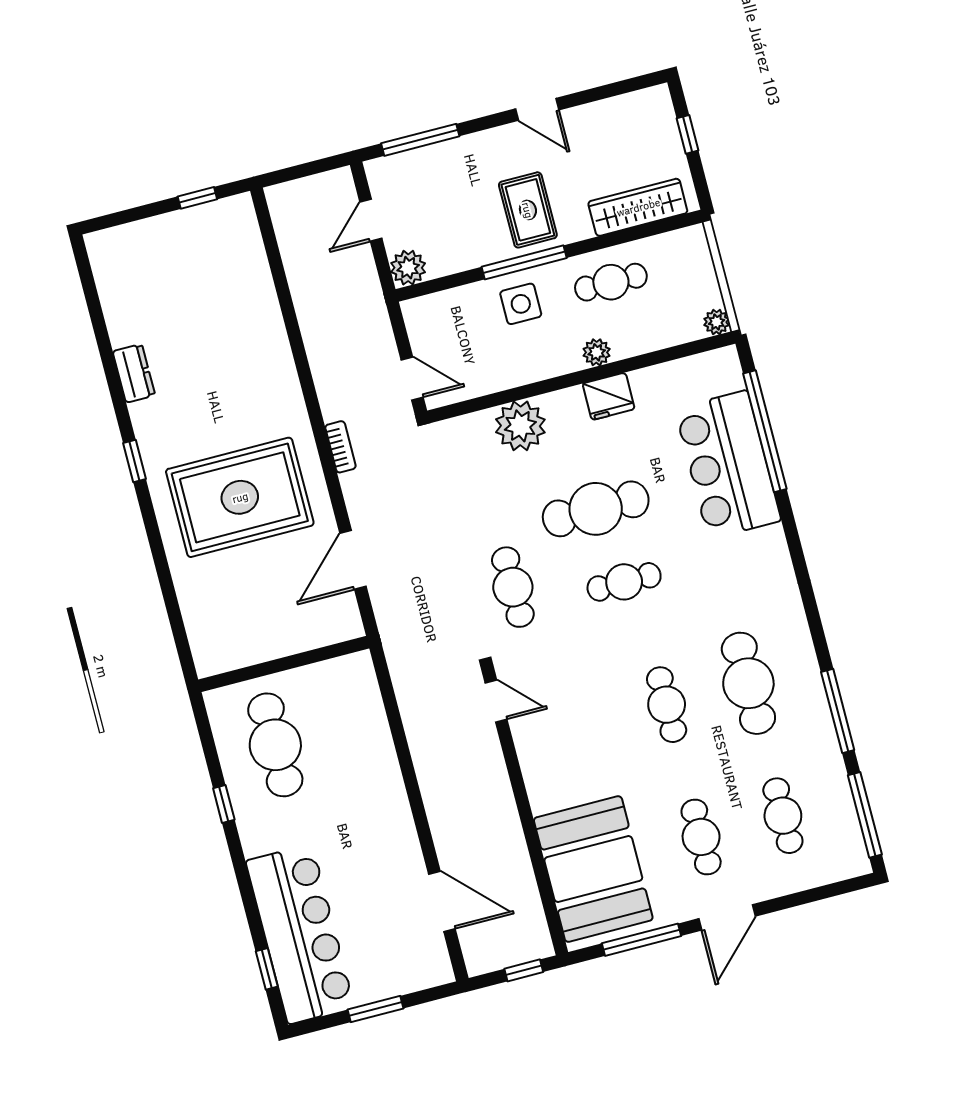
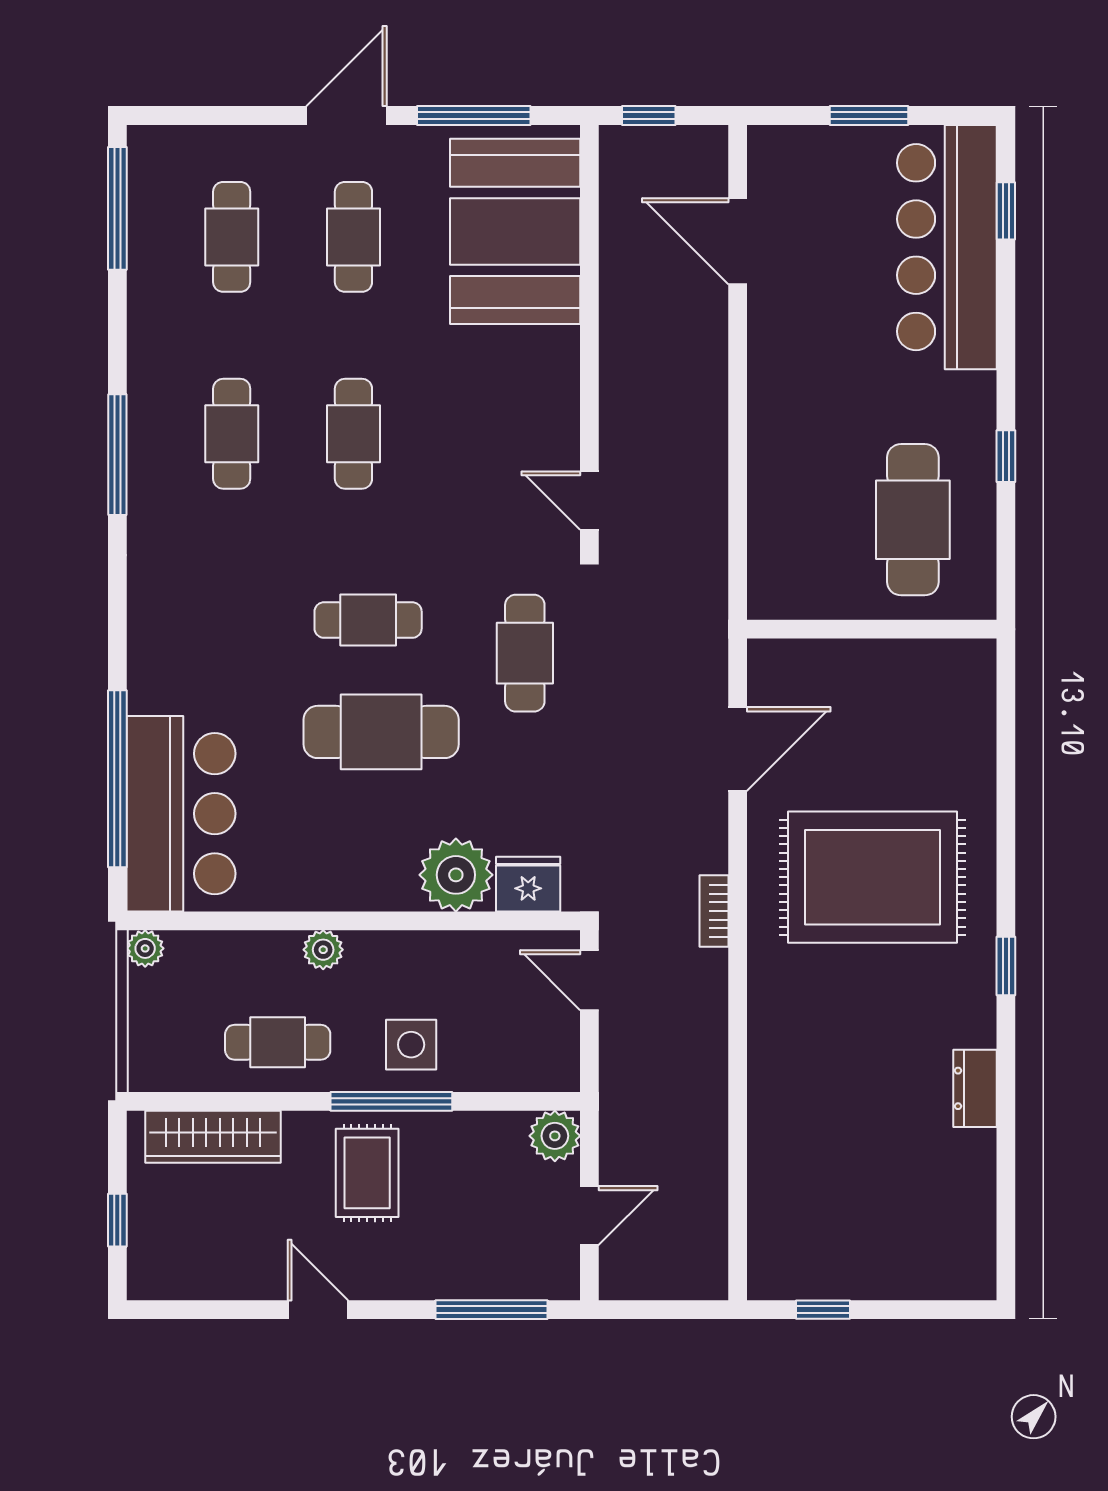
fridge: (609, 396) -> (528, 884), moved
bar counter: (728, 465) -> (181, 814), moved
cafe table: (748, 683) -> (232, 434), width x0.73, depth x0.74
window: (838, 711) -> (117, 455), moved

